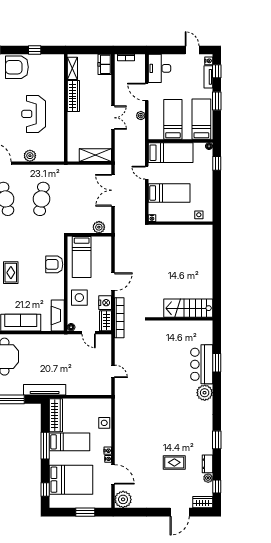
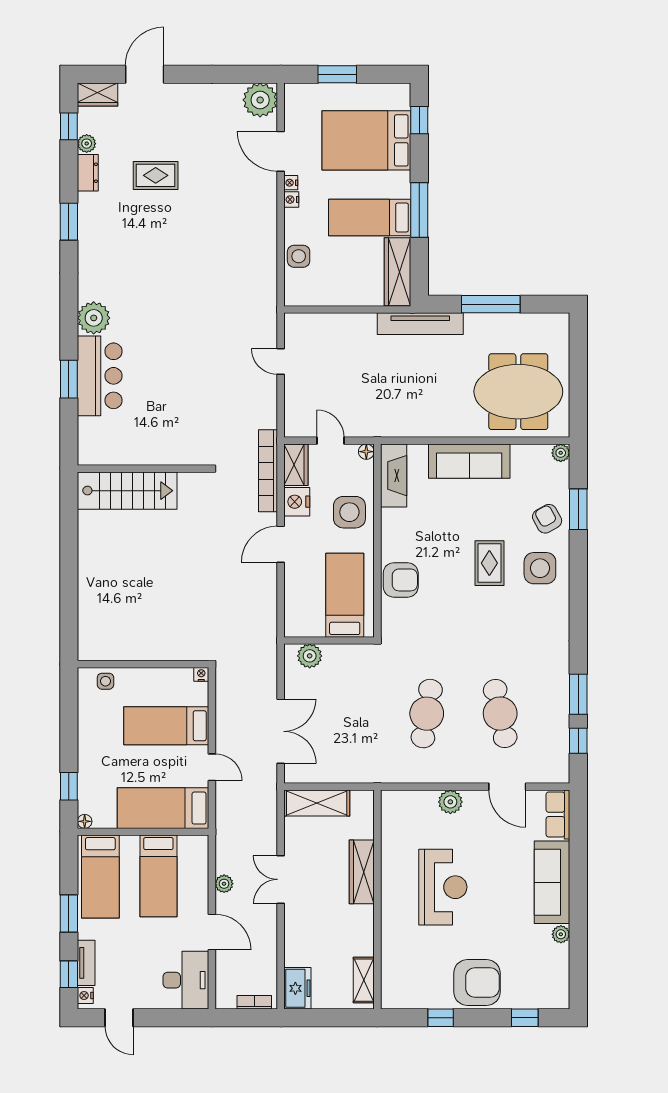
wardrobe: (73, 96) -> (362, 872), moved

